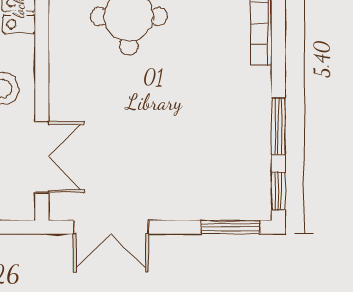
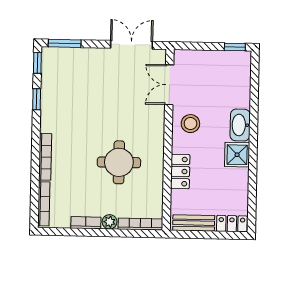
window: (278, 126) -> (37, 99), width x0.67

